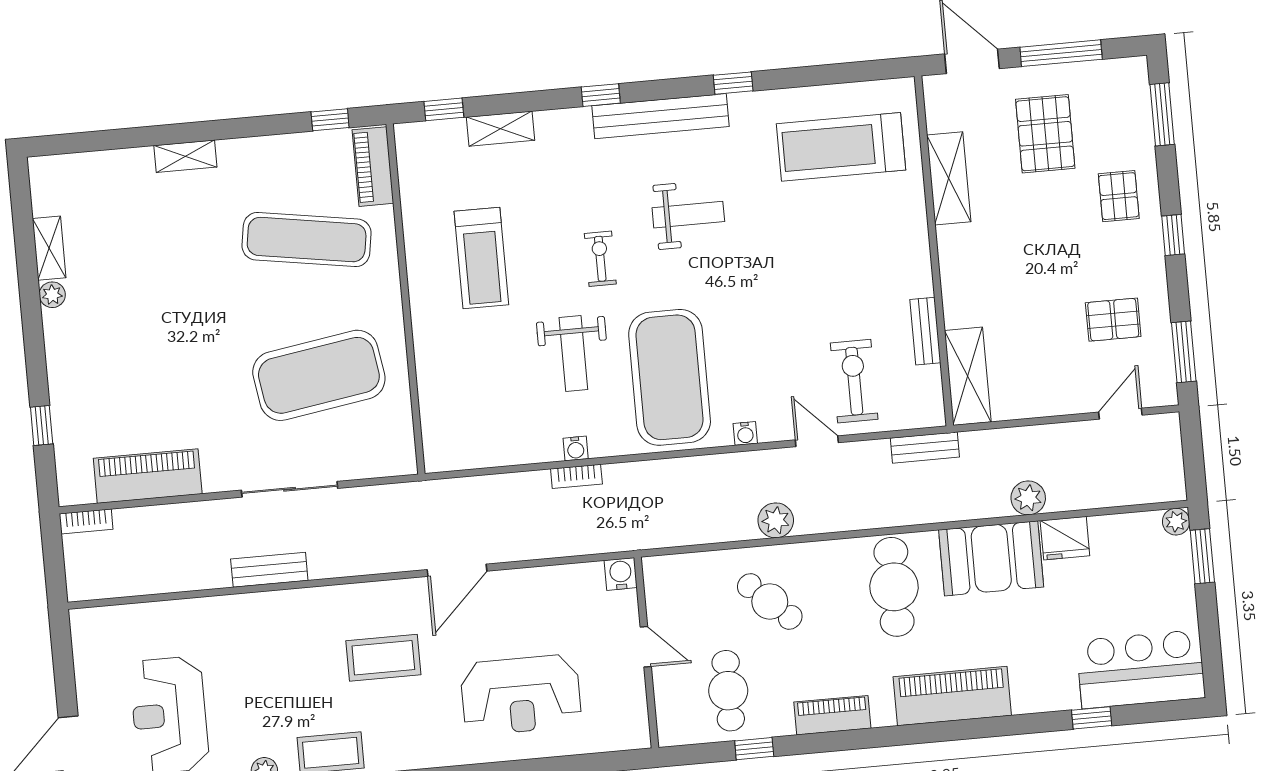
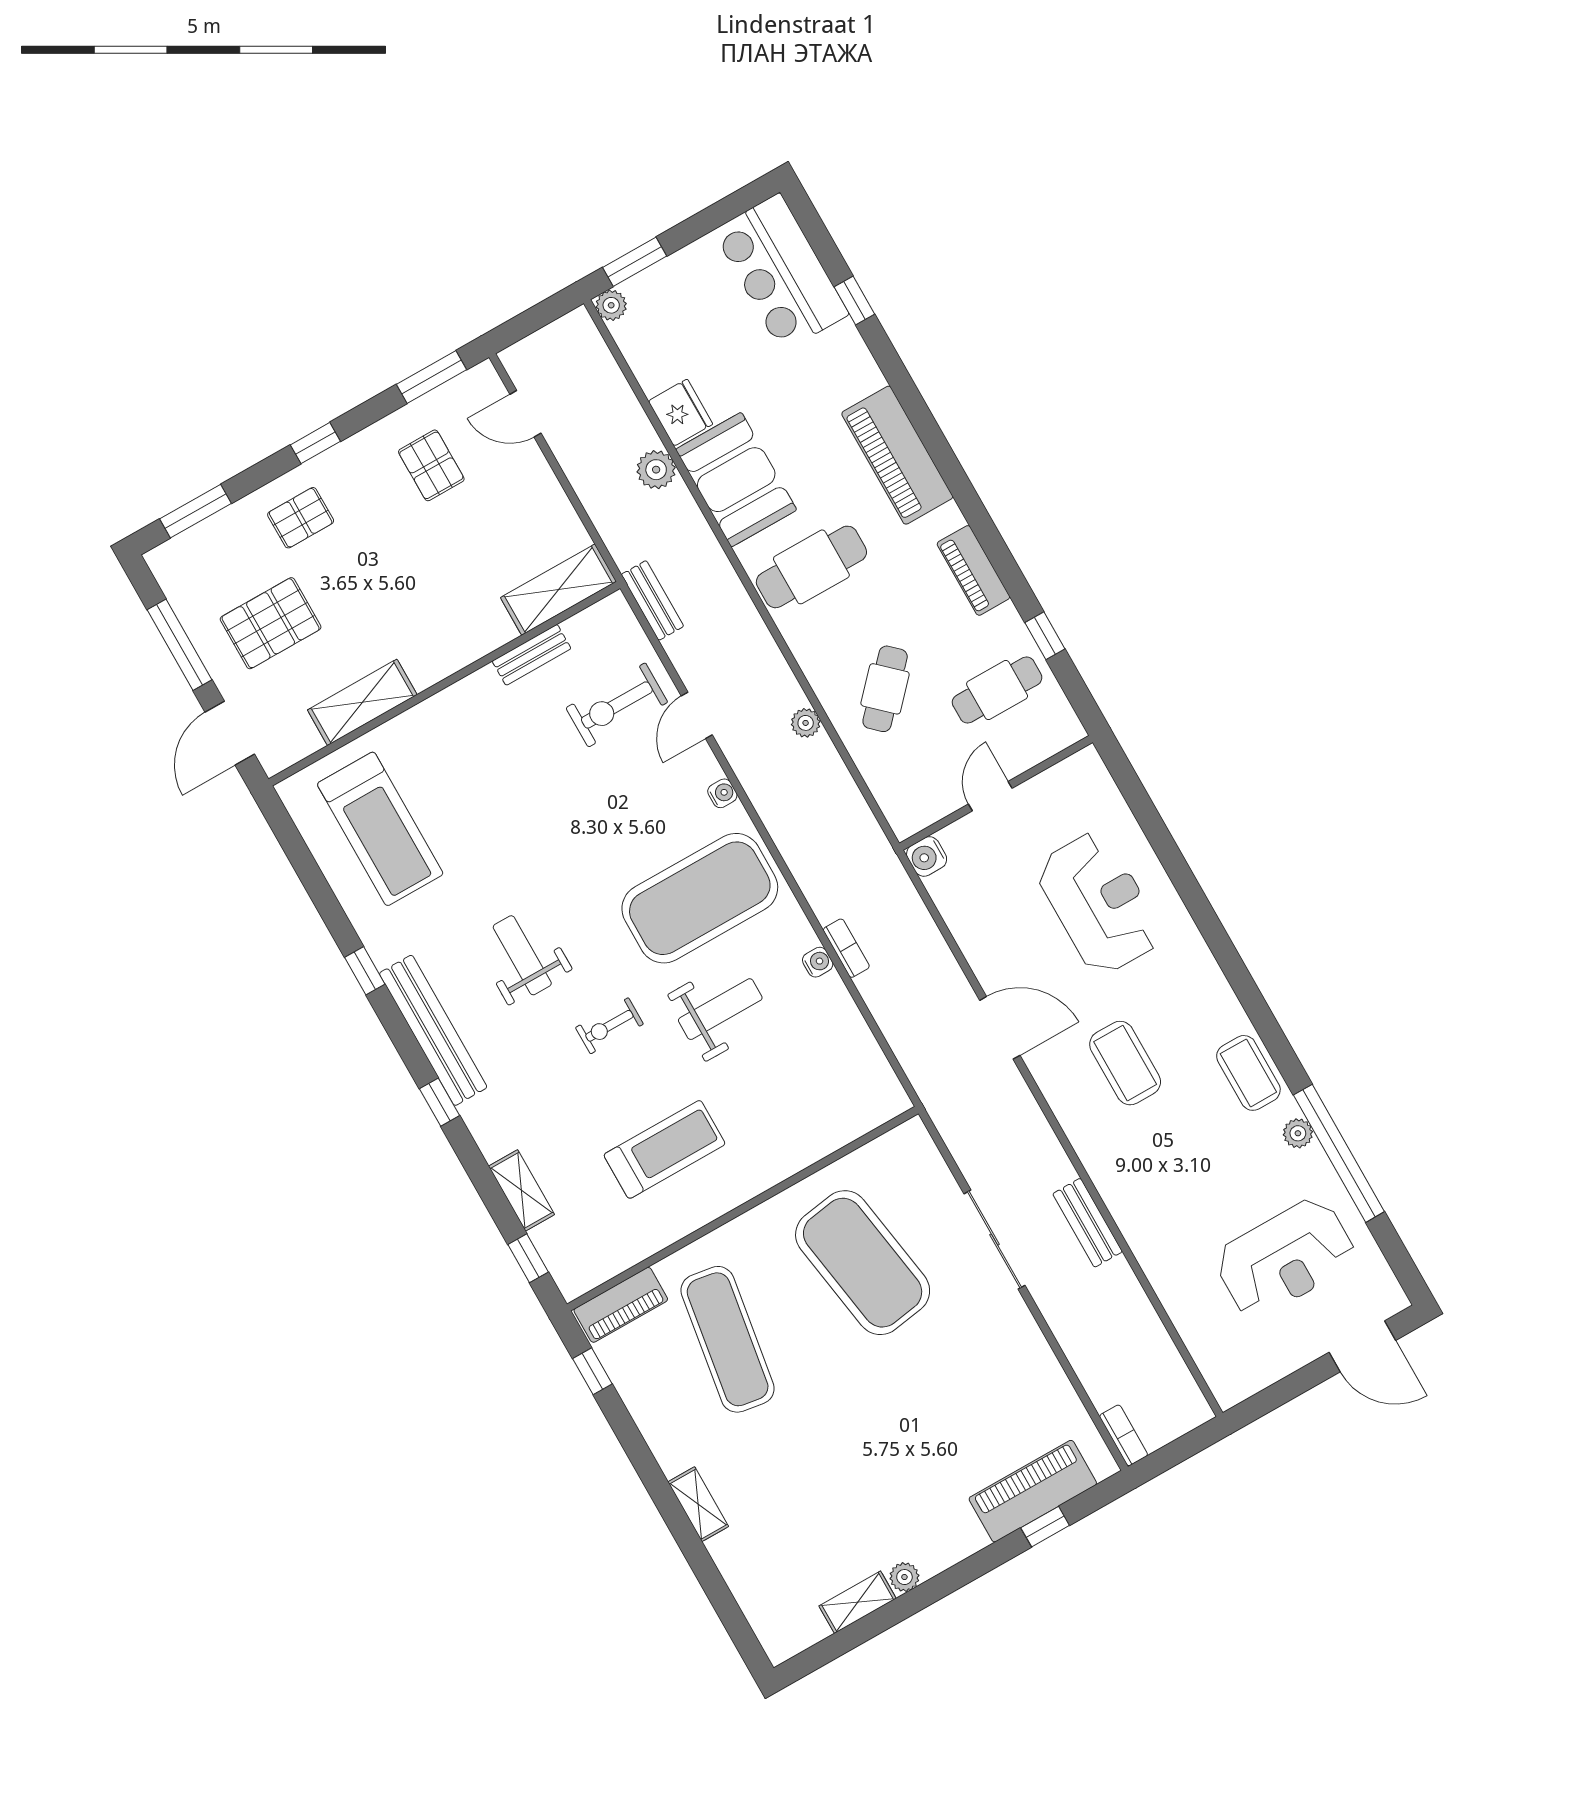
piano: (148, 476) -> (1033, 1491), moved, turned 90
plant: (776, 520) -> (806, 723), width x0.73, depth x0.73

